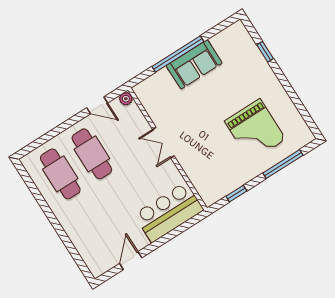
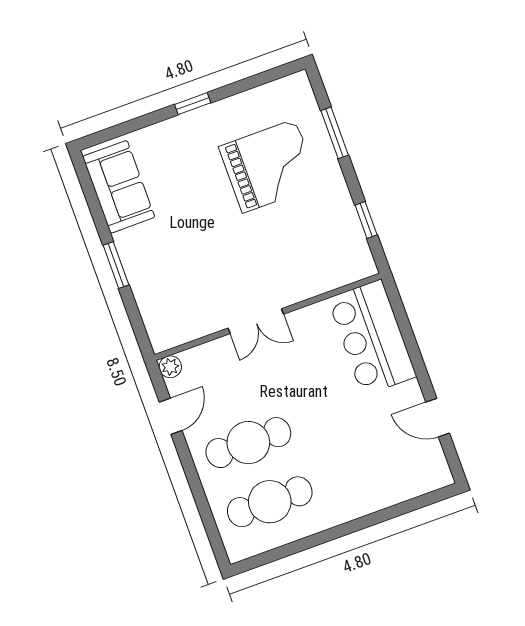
window: (265, 52) -> (193, 104), moved
window: (178, 54) -> (116, 265), width x0.47
sofa: (194, 64) -> (119, 187), moved
window: (283, 164) -> (335, 133), width x0.69

